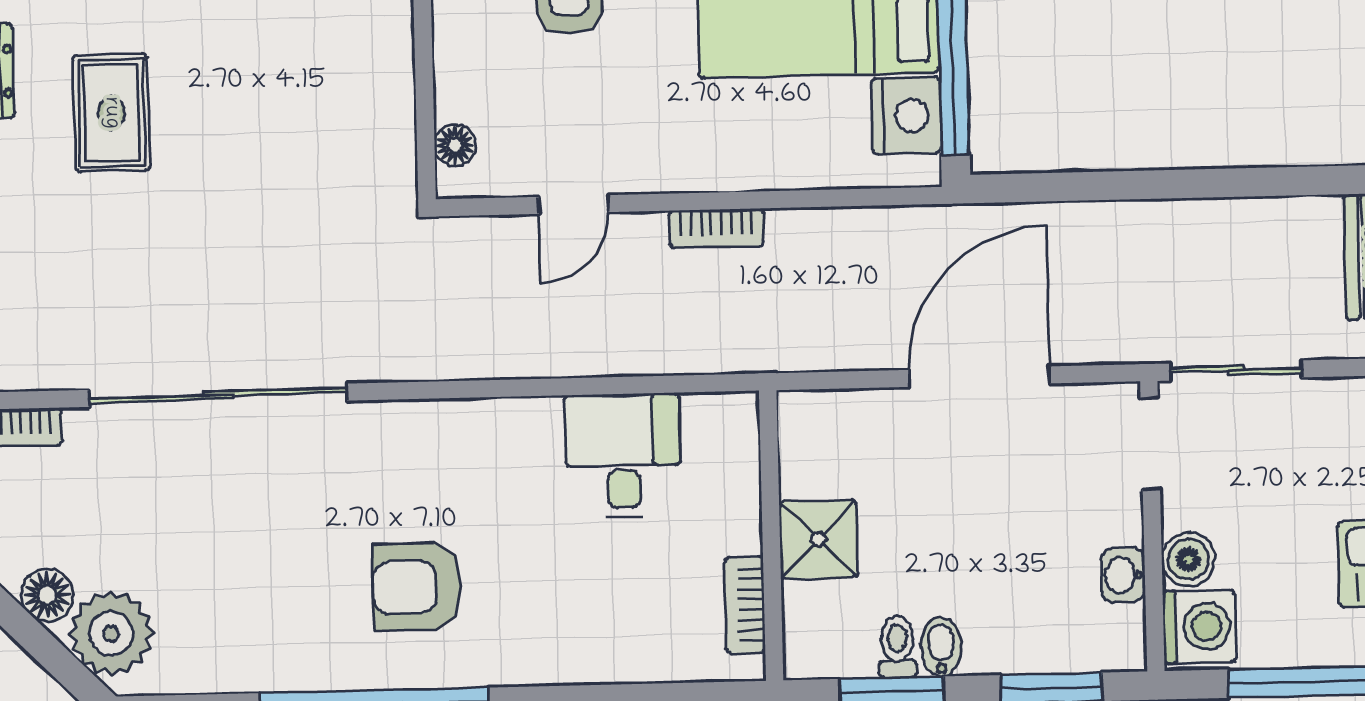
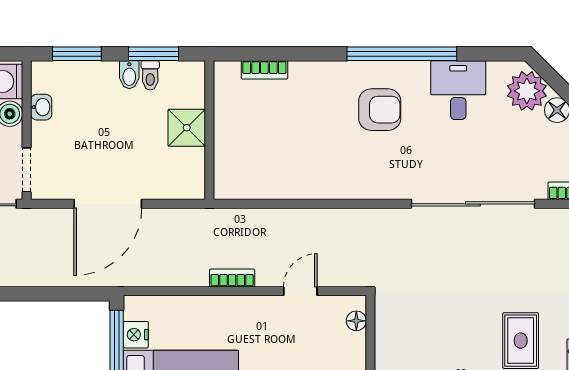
nightstand: (906, 116) -> (136, 335), width x0.74, depth x0.75
desk: (623, 456) -> (458, 90), moved, turned 180
bookcase: (745, 605) -> (264, 70), moved, turned 90

